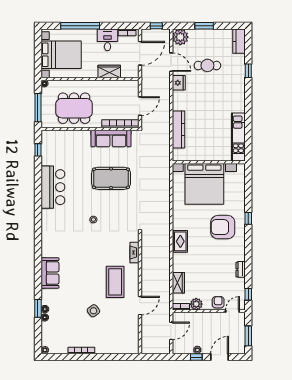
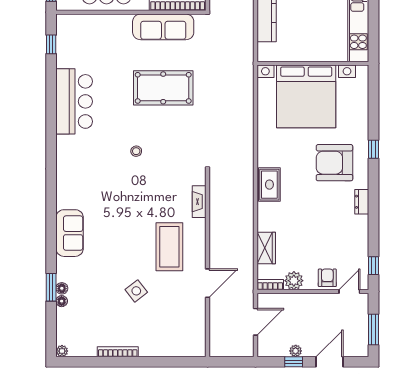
dresser: (241, 269) -> (362, 202), moved

